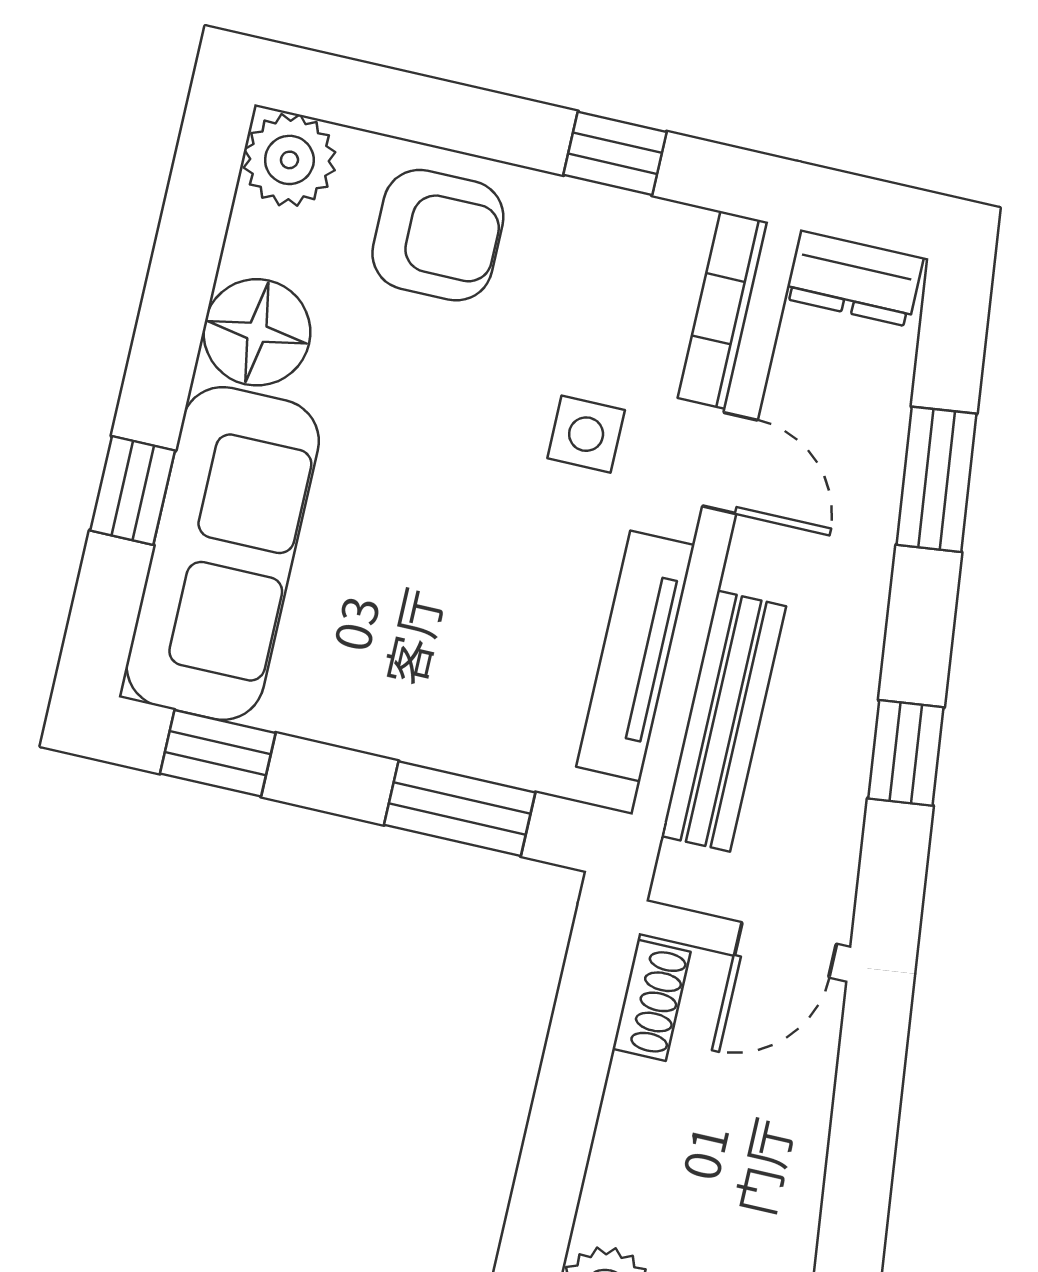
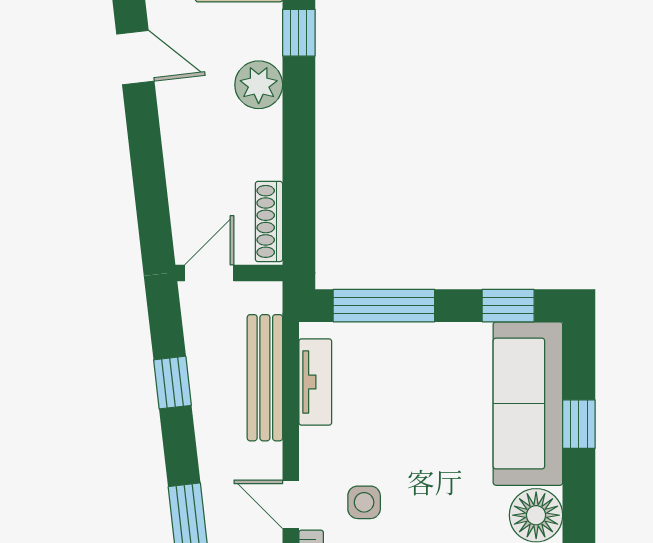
tv unit: (635, 656) -> (315, 382), width x0.71
window: (460, 809) -> (384, 306), width x1.44
shoe rack: (651, 1000) -> (269, 221), width x1.43

